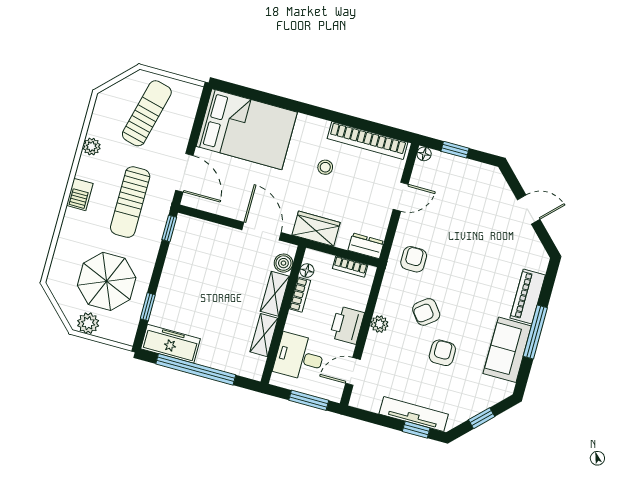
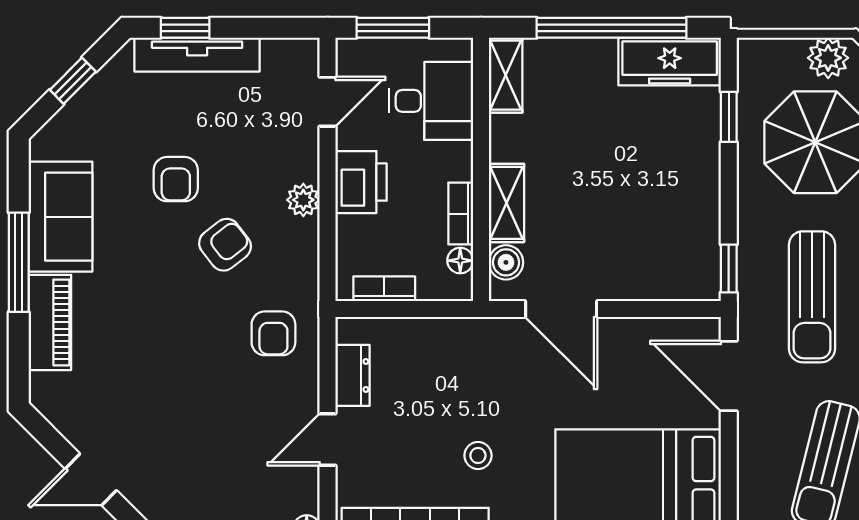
sun lounger: (130, 202) -> (812, 297), turned 180
wardrobe: (316, 229) -> (464, 340), removed
dresser: (366, 246) -> (353, 375), moved, turned -90
shelving: (264, 335) -> (506, 75), moved

